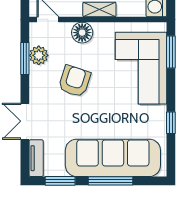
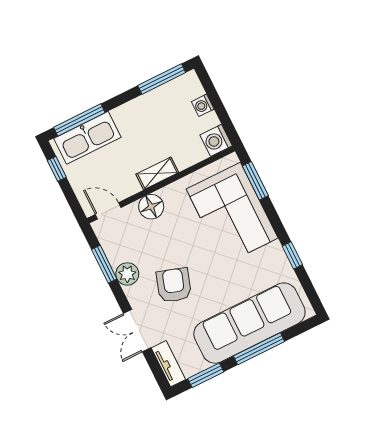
plant: (39, 55) -> (127, 274), moved
armchair: (75, 81) -> (174, 285), moved

